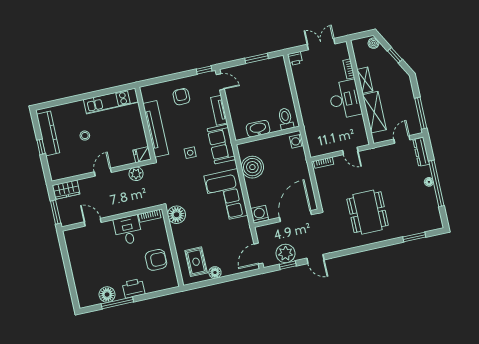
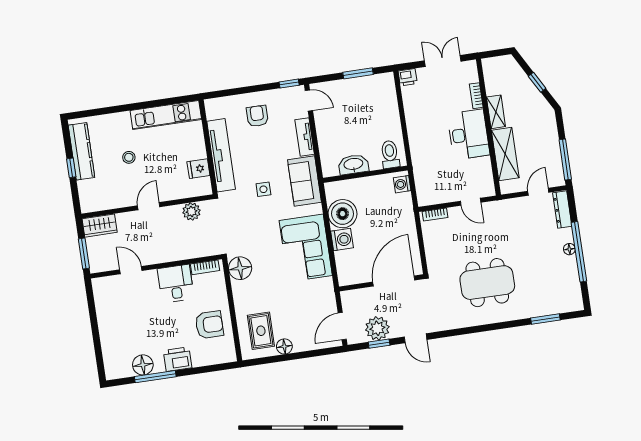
boiler: (374, 43) -> (511, 65), removed
fridge: (142, 155) -> (198, 169), moved
dining table: (368, 212) -> (487, 283), turned 90
washing machine: (259, 214) -> (342, 240), moved, turned 90

